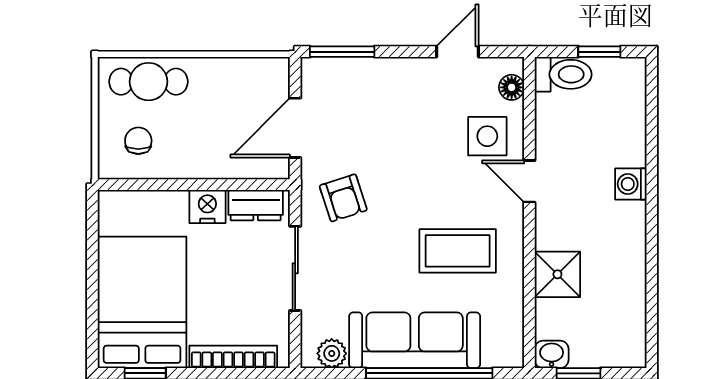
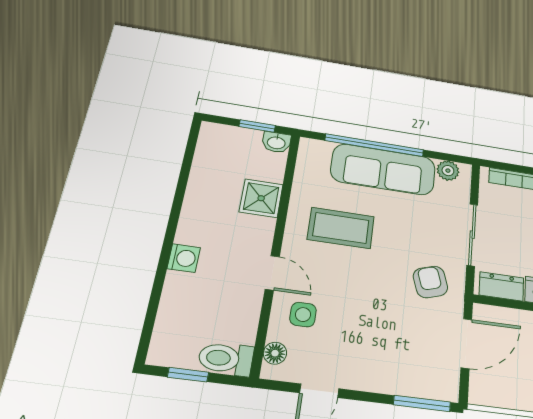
side table: (487, 136) -> (303, 315), width x0.73, depth x0.73

